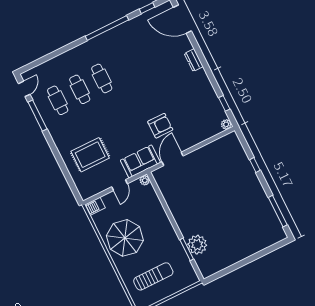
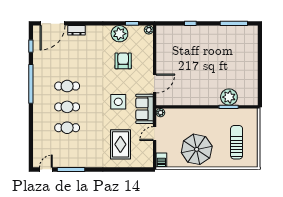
dresser: (194, 60) -> (76, 30), moved
door: (24, 89) -> (46, 170), hinge flipped
plant: (207, 95) -> (119, 34), added
cafe table: (58, 100) -> (67, 86), moved
armchair: (160, 126) -> (123, 61), moved
side table: (134, 130) -> (118, 102), added
door: (173, 159) -> (155, 83), swing flipped
door: (120, 185) -> (155, 134), swing flipped

